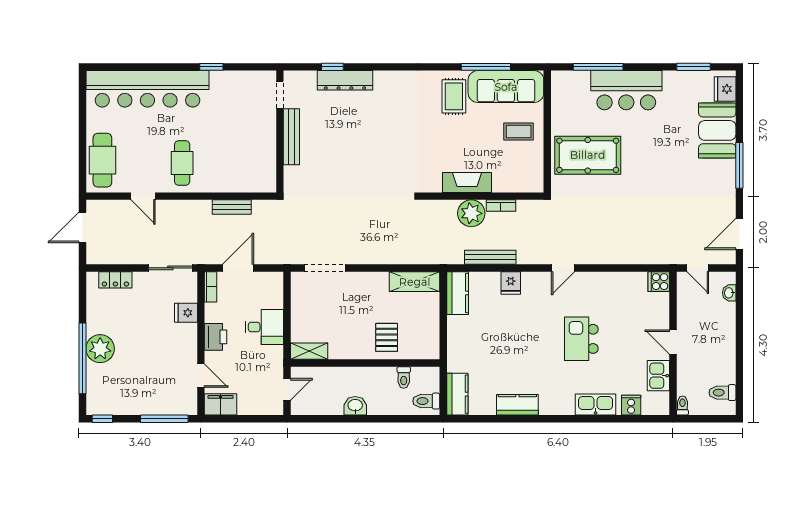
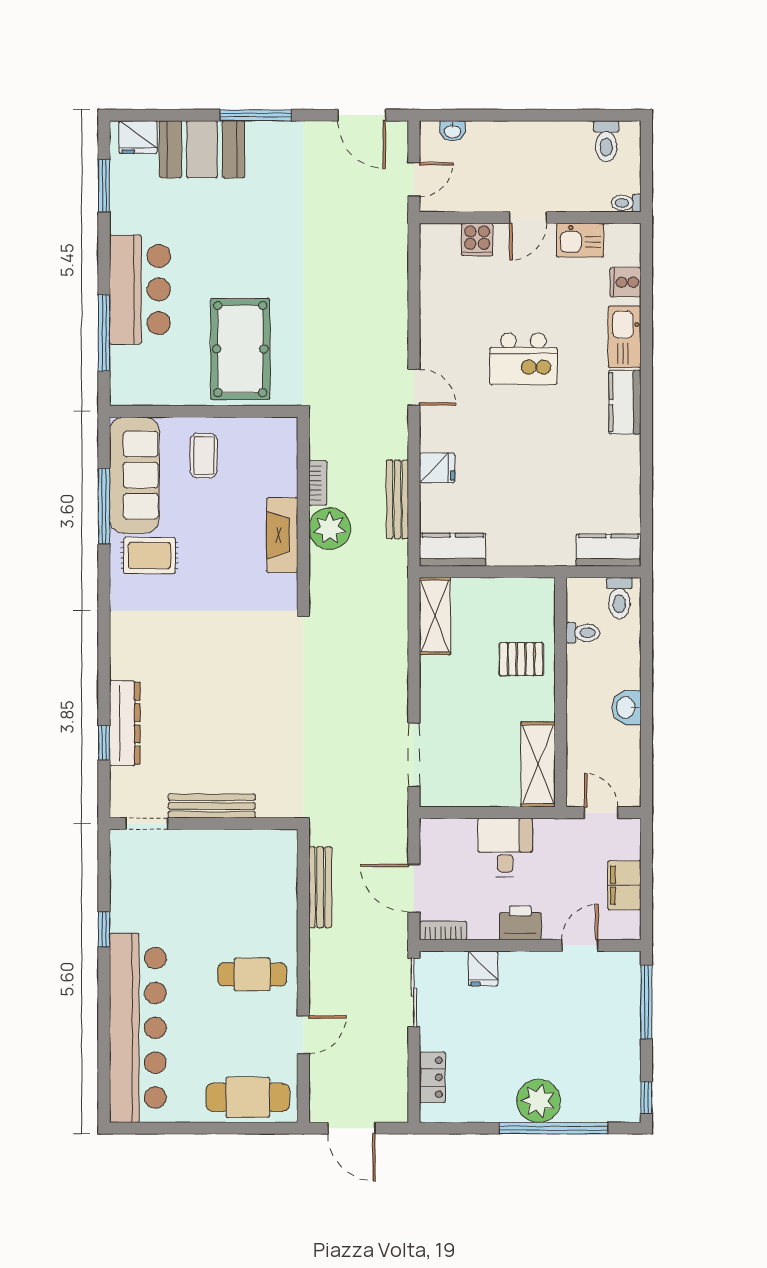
bench: (232, 207) -> (320, 887), width x1.36
cooker: (659, 282) -> (477, 240), moved
shelving: (309, 351) -> (538, 764), width x1.50, depth x1.33
filing cabinet: (221, 404) -> (624, 885), moved
kitchen counter: (517, 405) -> (625, 402), moved

